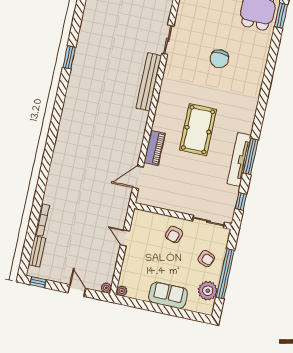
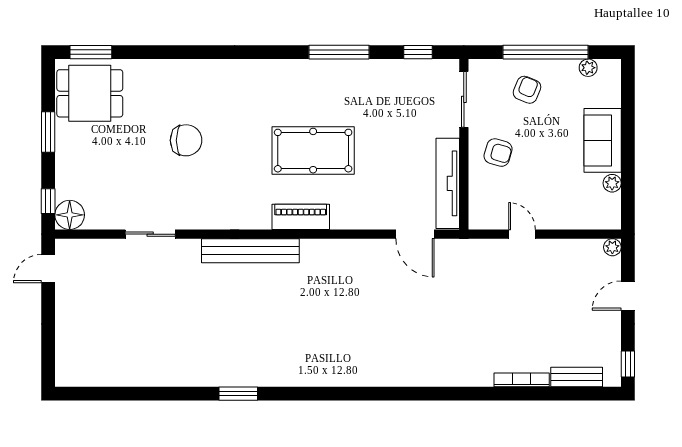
sliding door: (168, 40) -> (150, 234), moved
piano: (155, 148) -> (301, 217), moved
tv unit: (239, 159) -> (448, 183), moved, turned 90
door: (125, 238) -> (522, 234), swing flipped
plant: (122, 291) -> (612, 183), moved
plant: (208, 291) -> (588, 68), width x0.53, depth x0.53

